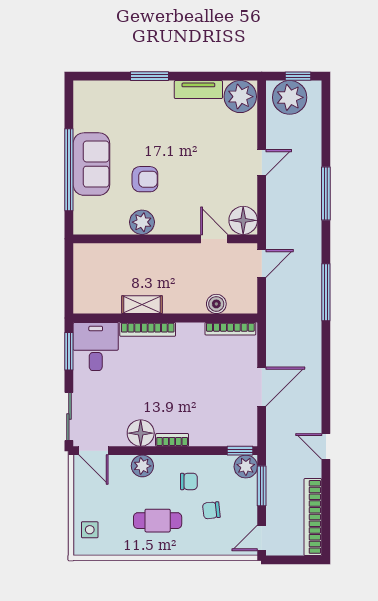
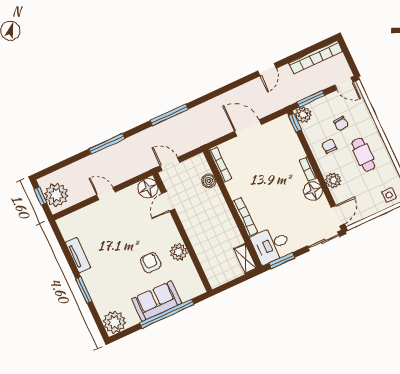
plant: (240, 97) -> (114, 322), moved
shelving: (142, 305) -> (245, 259), moved

